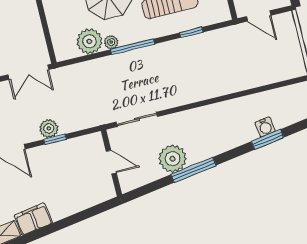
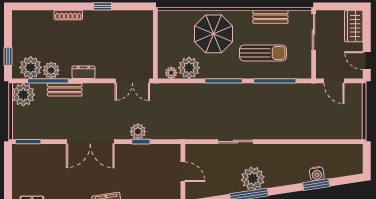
window: (191, 32) -> (275, 81), width x2.17
plant: (111, 42) -> (171, 73), moved
sliding door: (137, 119) -> (236, 142), moved
plant: (173, 159) -> (253, 178), moved

